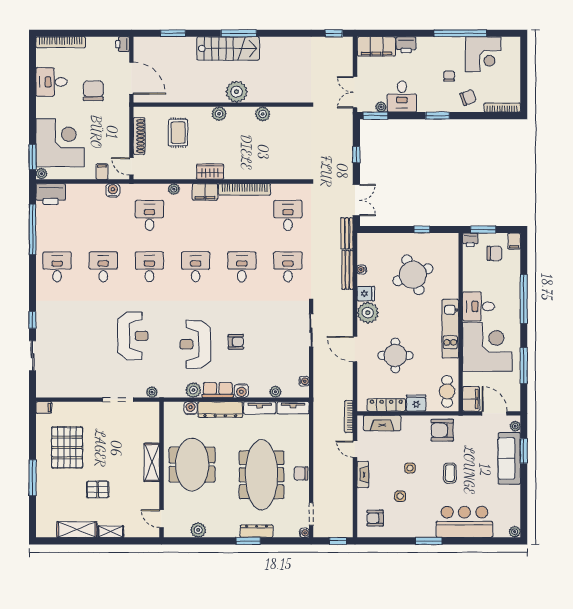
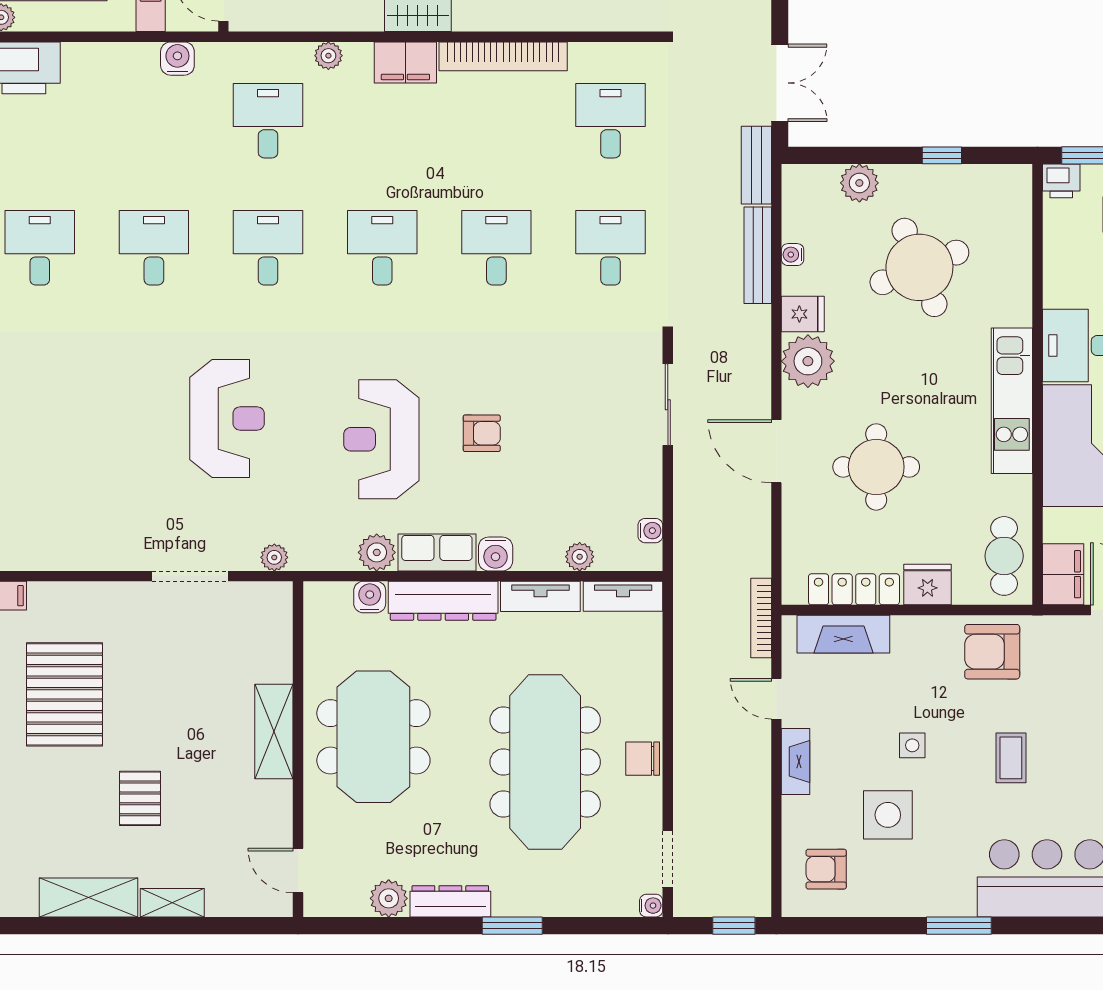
plant: (389, 241) -> (859, 183), added
pallet: (98, 489) -> (140, 798), turned 90
side table: (400, 496) -> (888, 815), width x1.87, depth x1.87
dresser: (257, 531) -> (450, 901), moved

